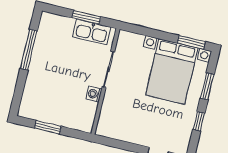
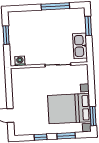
window: (86, 17) -> (88, 26), moved
washing machine: (94, 94) -> (20, 61), moved

